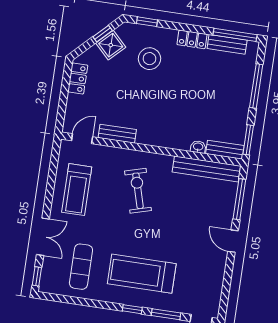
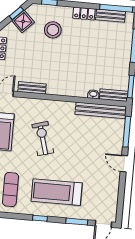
exercise bike: (138, 191) -> (43, 139), moved
window: (132, 309) -> (40, 218), moved

